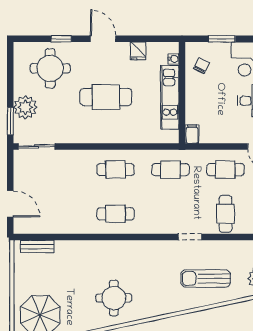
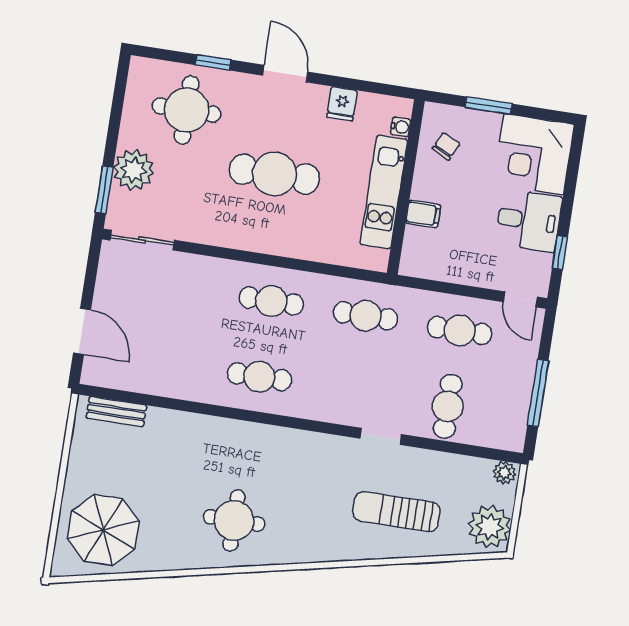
filing cabinet: (192, 134) -> (423, 214), moved, turned 90

